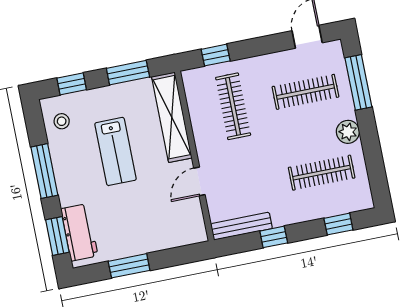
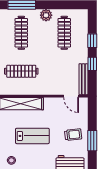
door: (199, 181) -> (71, 96), moved
window: (338, 224) -> (92, 41), moved
trolley: (133, 228) -> (73, 135), added

